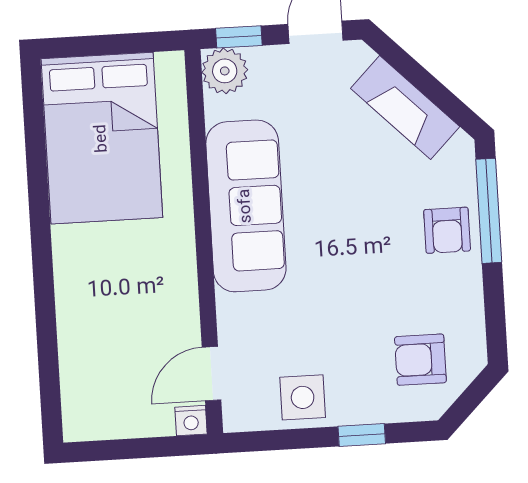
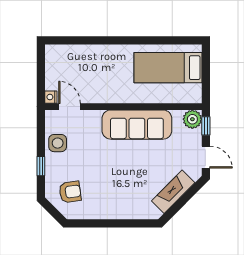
bed: (102, 138) -> (168, 68), width x0.67
window: (489, 211) -> (129, 223), removed
armchair: (447, 230) -> (122, 206), removed
armchair: (420, 360) -> (70, 192), turned 82

